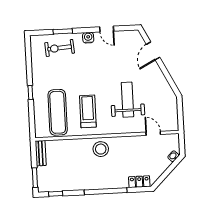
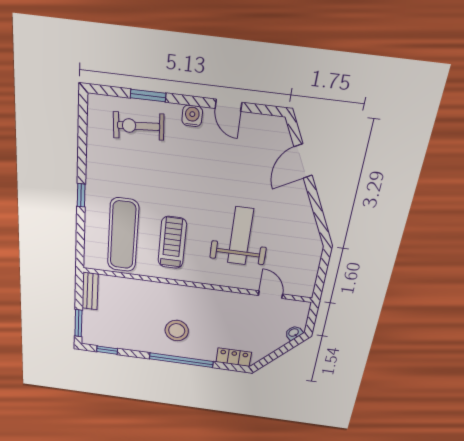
stool: (101, 149) -> (177, 331), moved

